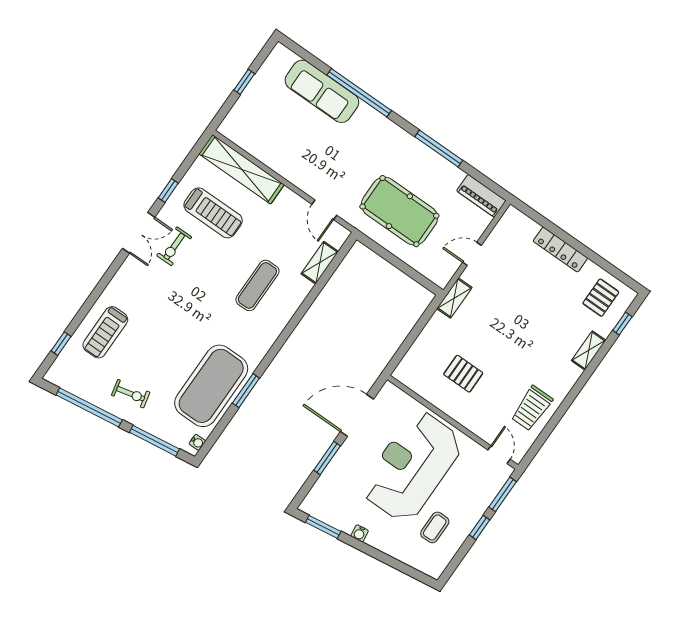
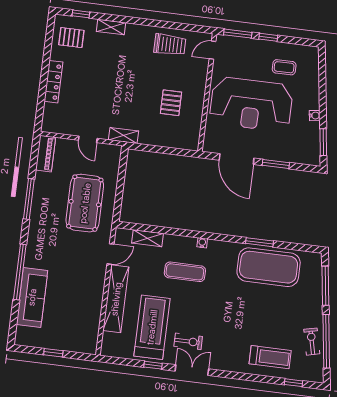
shelving: (242, 169) -> (116, 299), moved
treadmill: (213, 213) -> (152, 327), width x1.37, depth x1.38
exercise bike: (131, 394) -> (312, 342), moved
water cooler: (197, 442) -> (202, 243), moved

